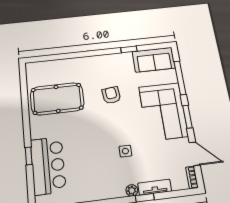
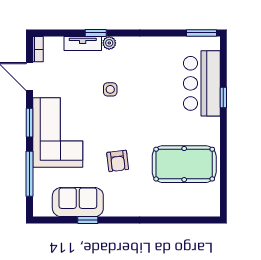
sofa: (154, 60) -> (78, 202), moved

